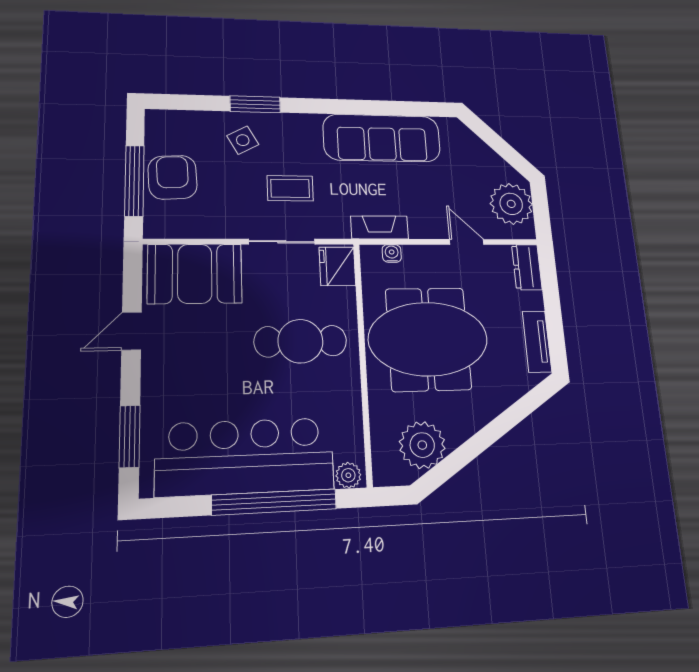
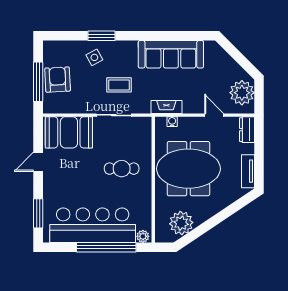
fridge: (337, 266) -> (142, 129), removed
cafe table: (300, 341) -> (122, 169), width x0.73, depth x0.74

